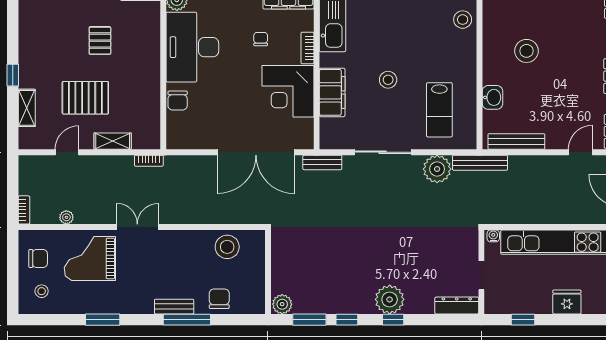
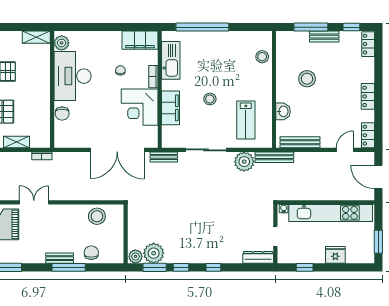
plant: (390, 299) -> (154, 253), moved

